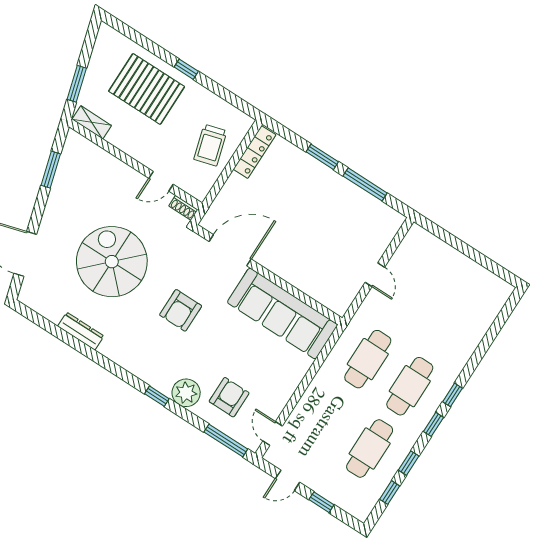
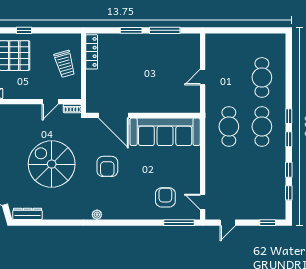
door: (230, 250) -> (113, 115), swing flipped
door: (375, 275) -> (203, 77), swing flipped
dresser: (81, 331) -> (27, 214), moved
plant: (186, 393) -> (97, 215), moved, width x0.53, depth x0.53
window: (157, 396) -> (125, 223), removed
cafe table: (370, 449) -> (262, 77), moved
window: (321, 502) -> (268, 223), moved

